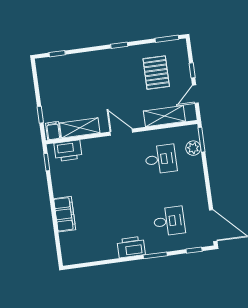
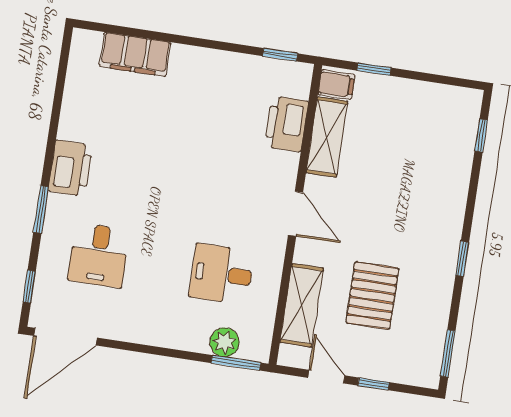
pallet: (156, 73) -> (372, 295), moved, turned 90
door: (121, 132) -> (295, 214), hinge flipped
printer: (68, 151) -> (286, 124), moved
desk: (161, 159) -> (222, 274), turned 90
filing cabinet: (65, 214) -> (135, 54), moved

